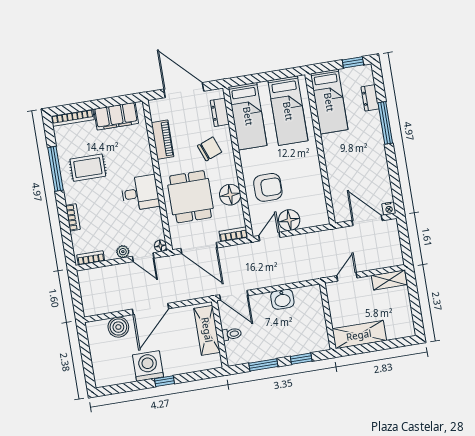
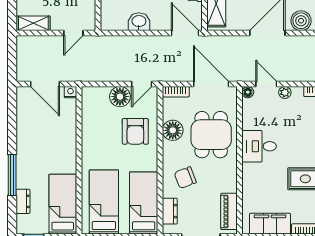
piano: (163, 140) -> (229, 211), moved
armchair: (268, 187) -> (135, 131), turned -90
nightstand: (389, 208) -> (70, 92), moved

